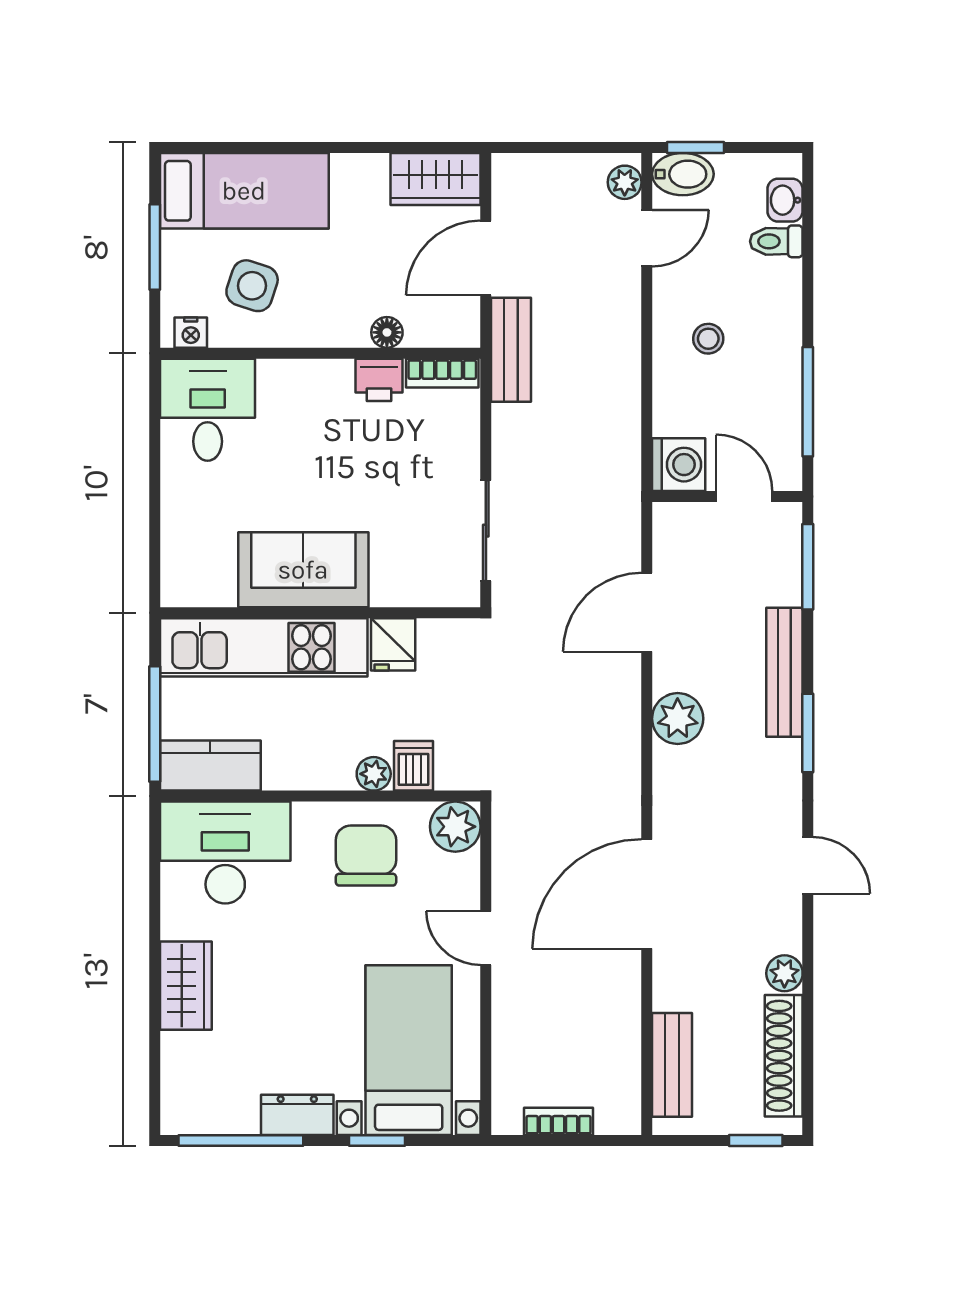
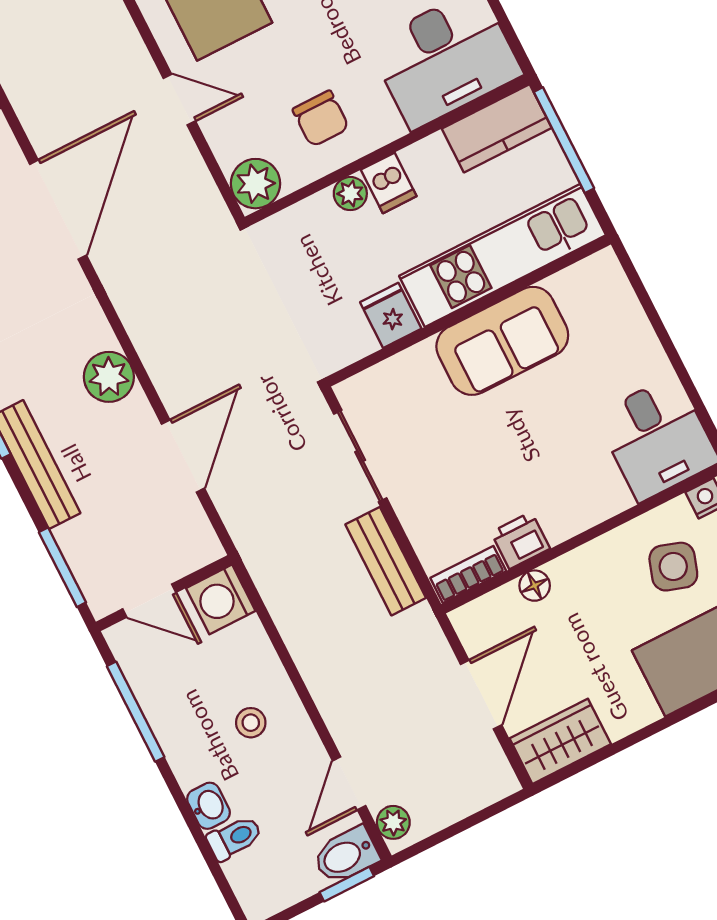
washbasin: (785, 200) -> (208, 806), moved
bench: (511, 350) -> (386, 561), moved
dishwasher: (413, 766) -> (389, 183), moved
chair: (366, 856) -> (321, 119), width x0.73, depth x0.73

